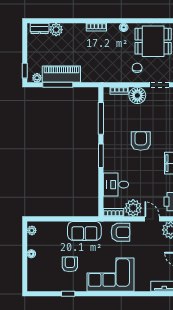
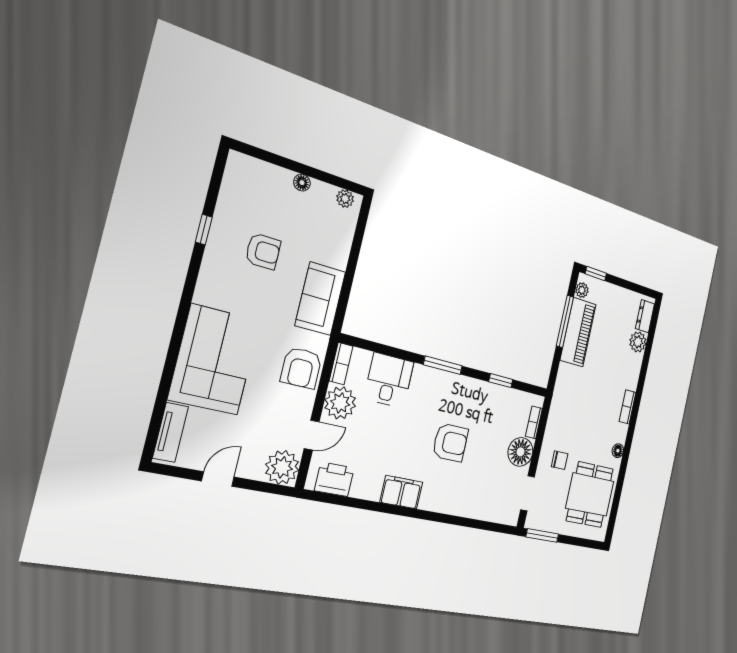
window: (101, 118) -> (501, 381), width x0.46
corner sofa: (111, 275) -> (214, 360), moved

